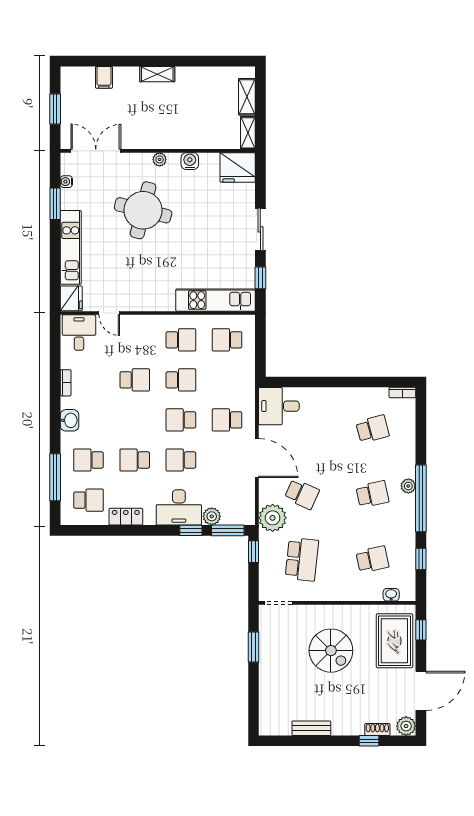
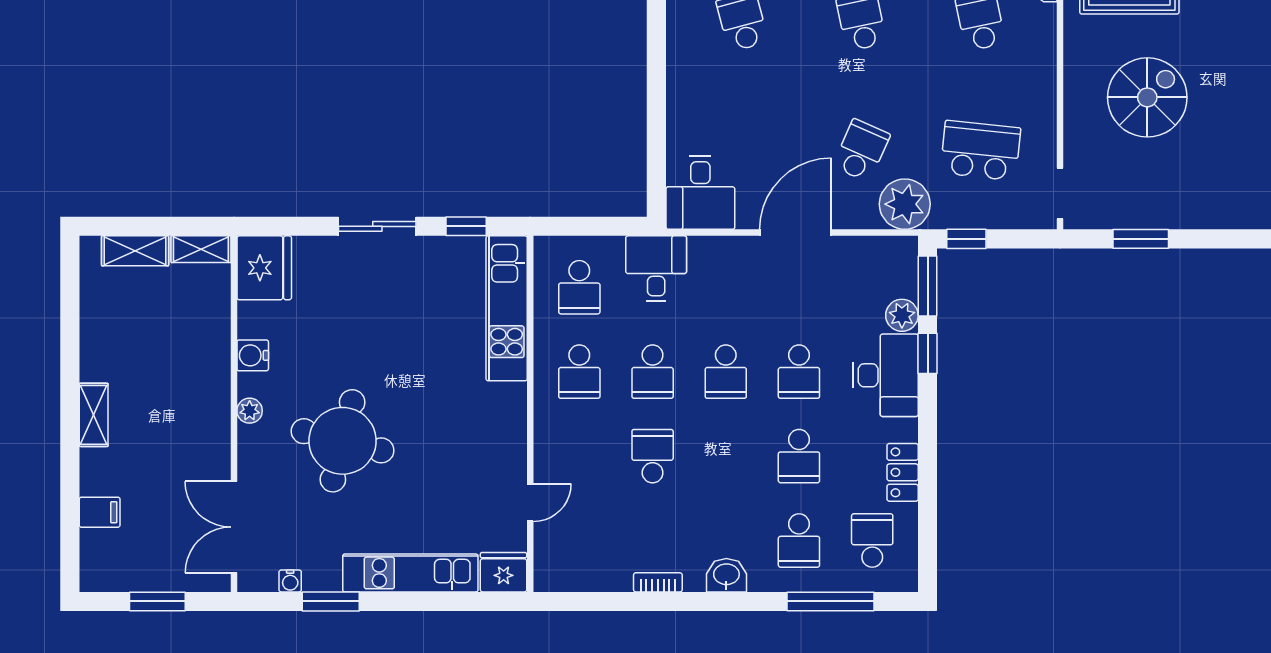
desk: (79, 333) -> (656, 268), moved, turned 90
school desk: (181, 340) -> (579, 372), turned 180
school desk: (181, 380) -> (653, 372), turned 180
school desk: (227, 420) -> (726, 287), removed

